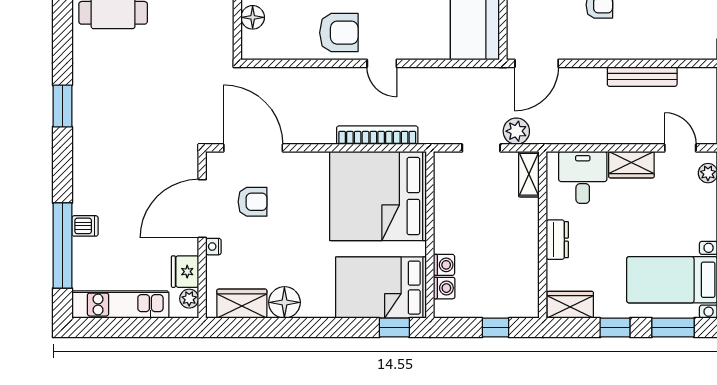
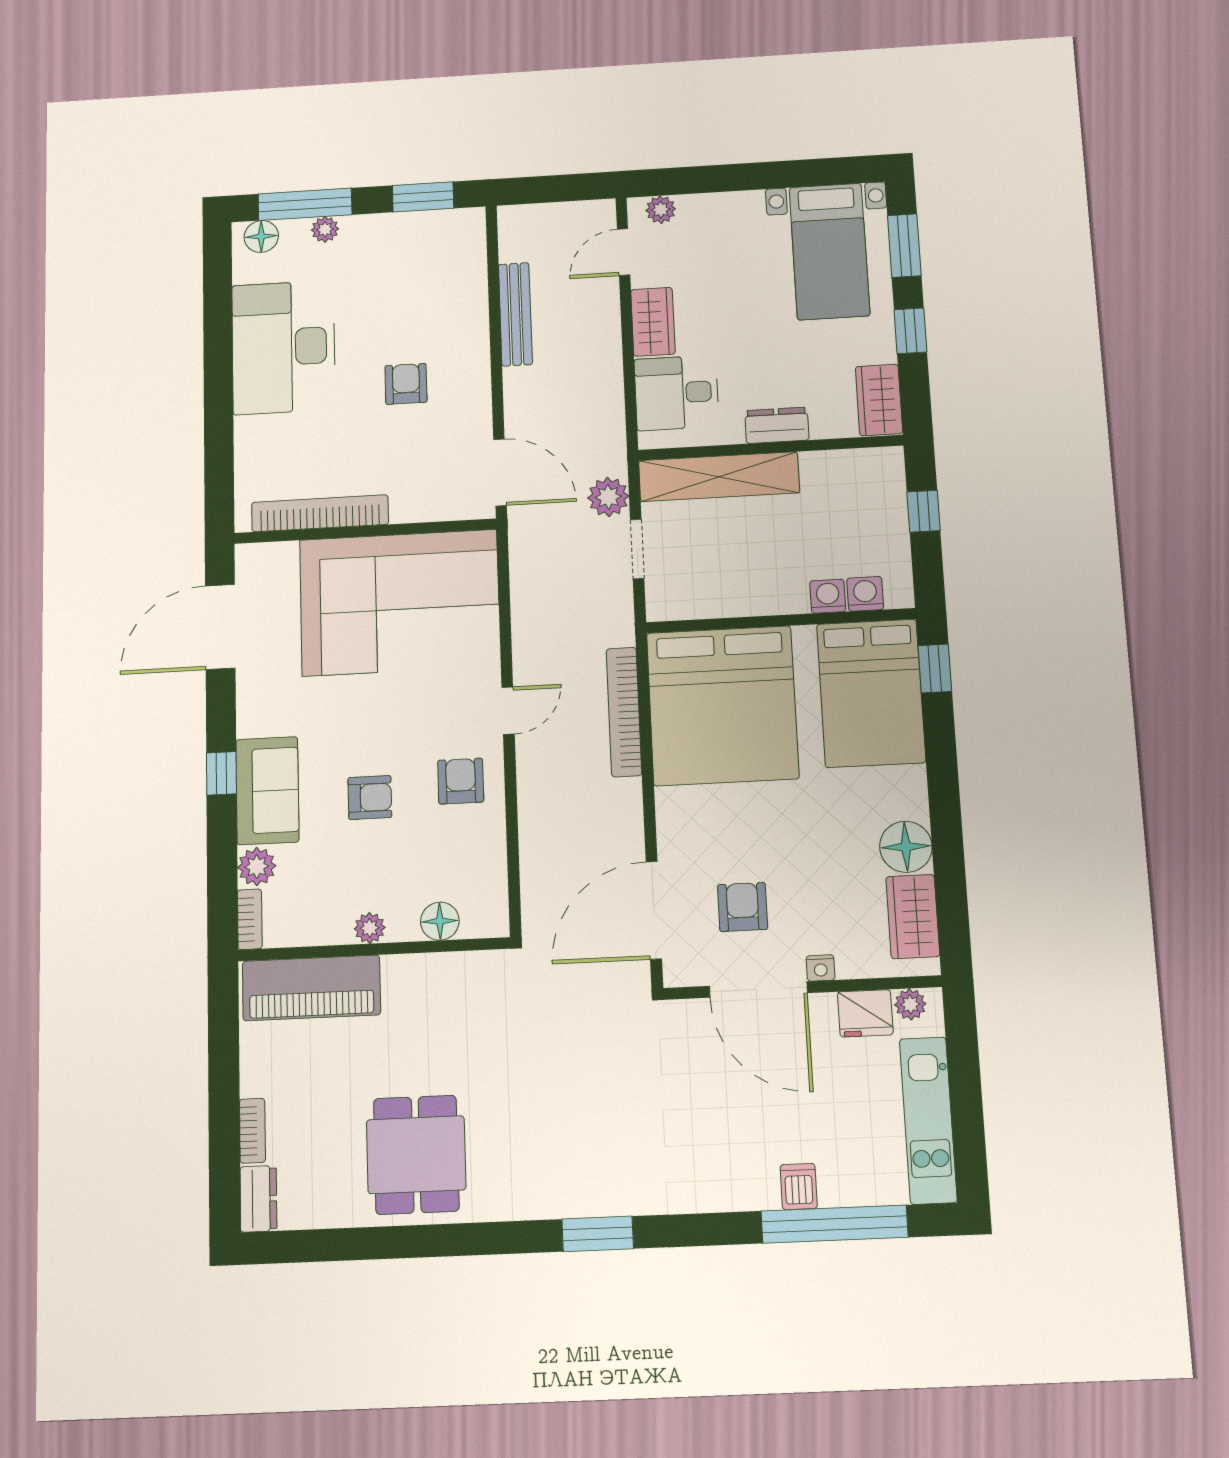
armchair: (339, 33) -> (461, 781), width x0.72, depth x0.72
shelving: (529, 174) -> (719, 477), width x2.20, depth x1.33

